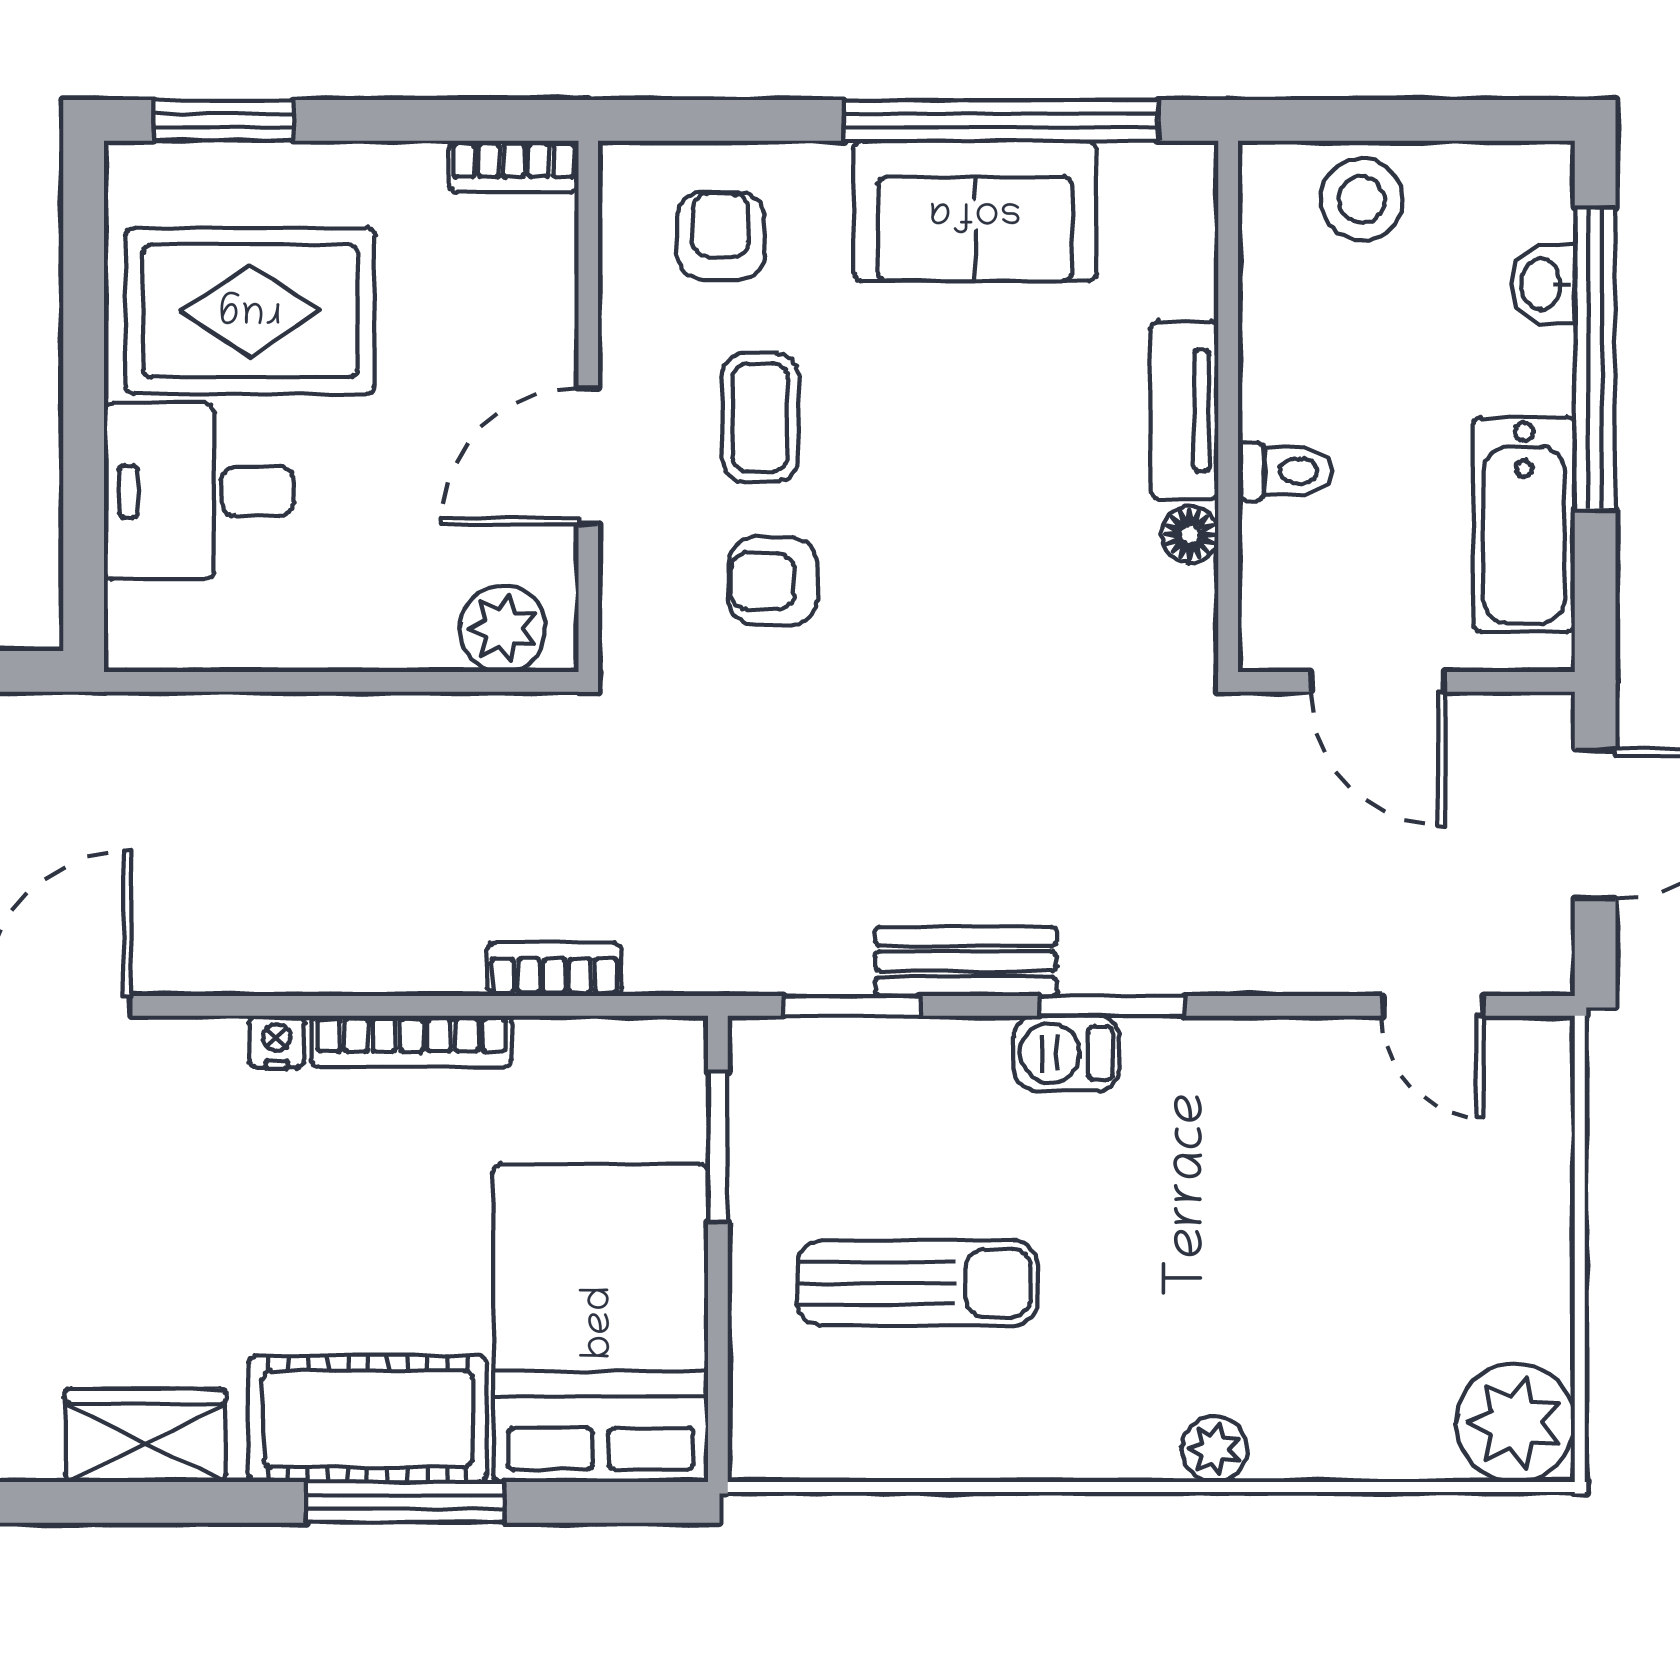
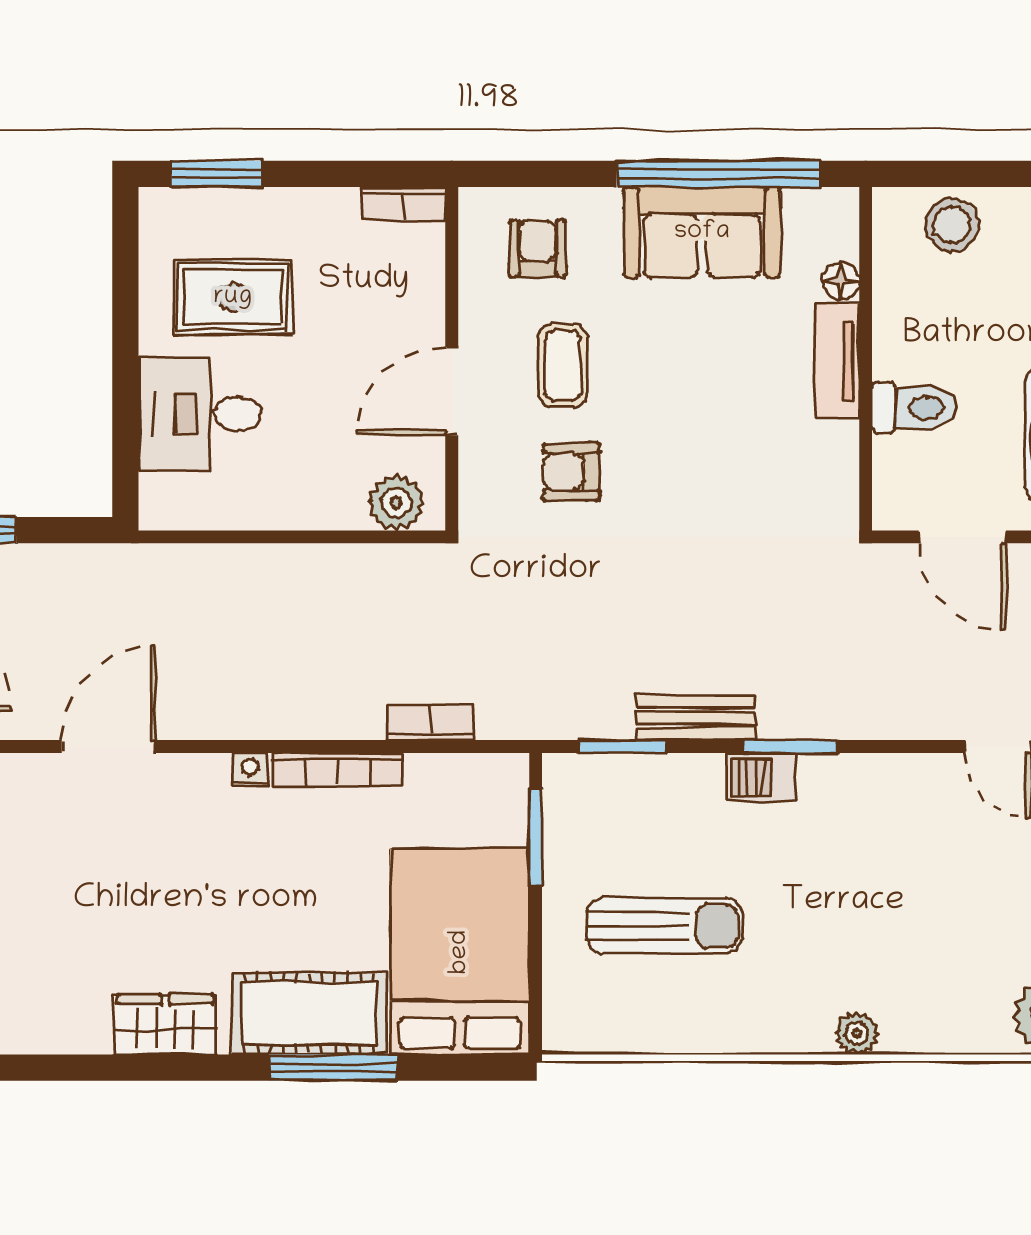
rug: (250, 311) -> (233, 297), width x0.73, depth x0.70
toilet: (1285, 471) -> (914, 408), width x1.37, depth x1.39
floor lamp: (1190, 534) -> (841, 281), moved

